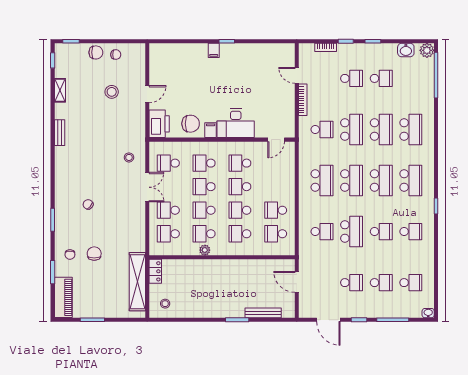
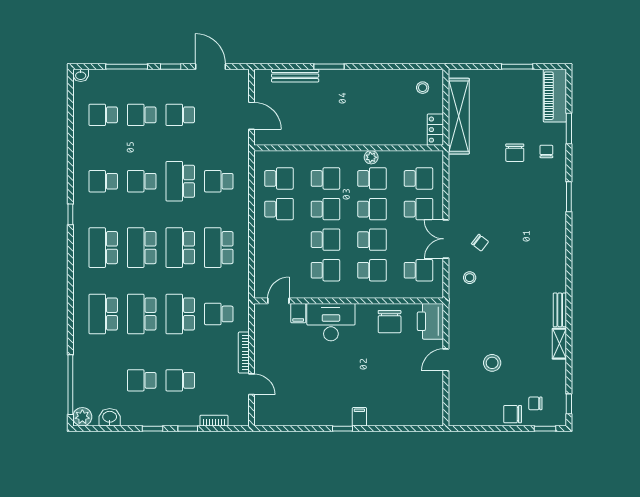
chair: (116, 55) -> (535, 403), moved
shelving: (60, 90) -> (559, 344), moved
chair: (191, 124) -> (390, 322), turned -90
filing cabinet: (211, 130) -> (298, 313), moved
chair: (88, 204) -> (480, 243), moved

